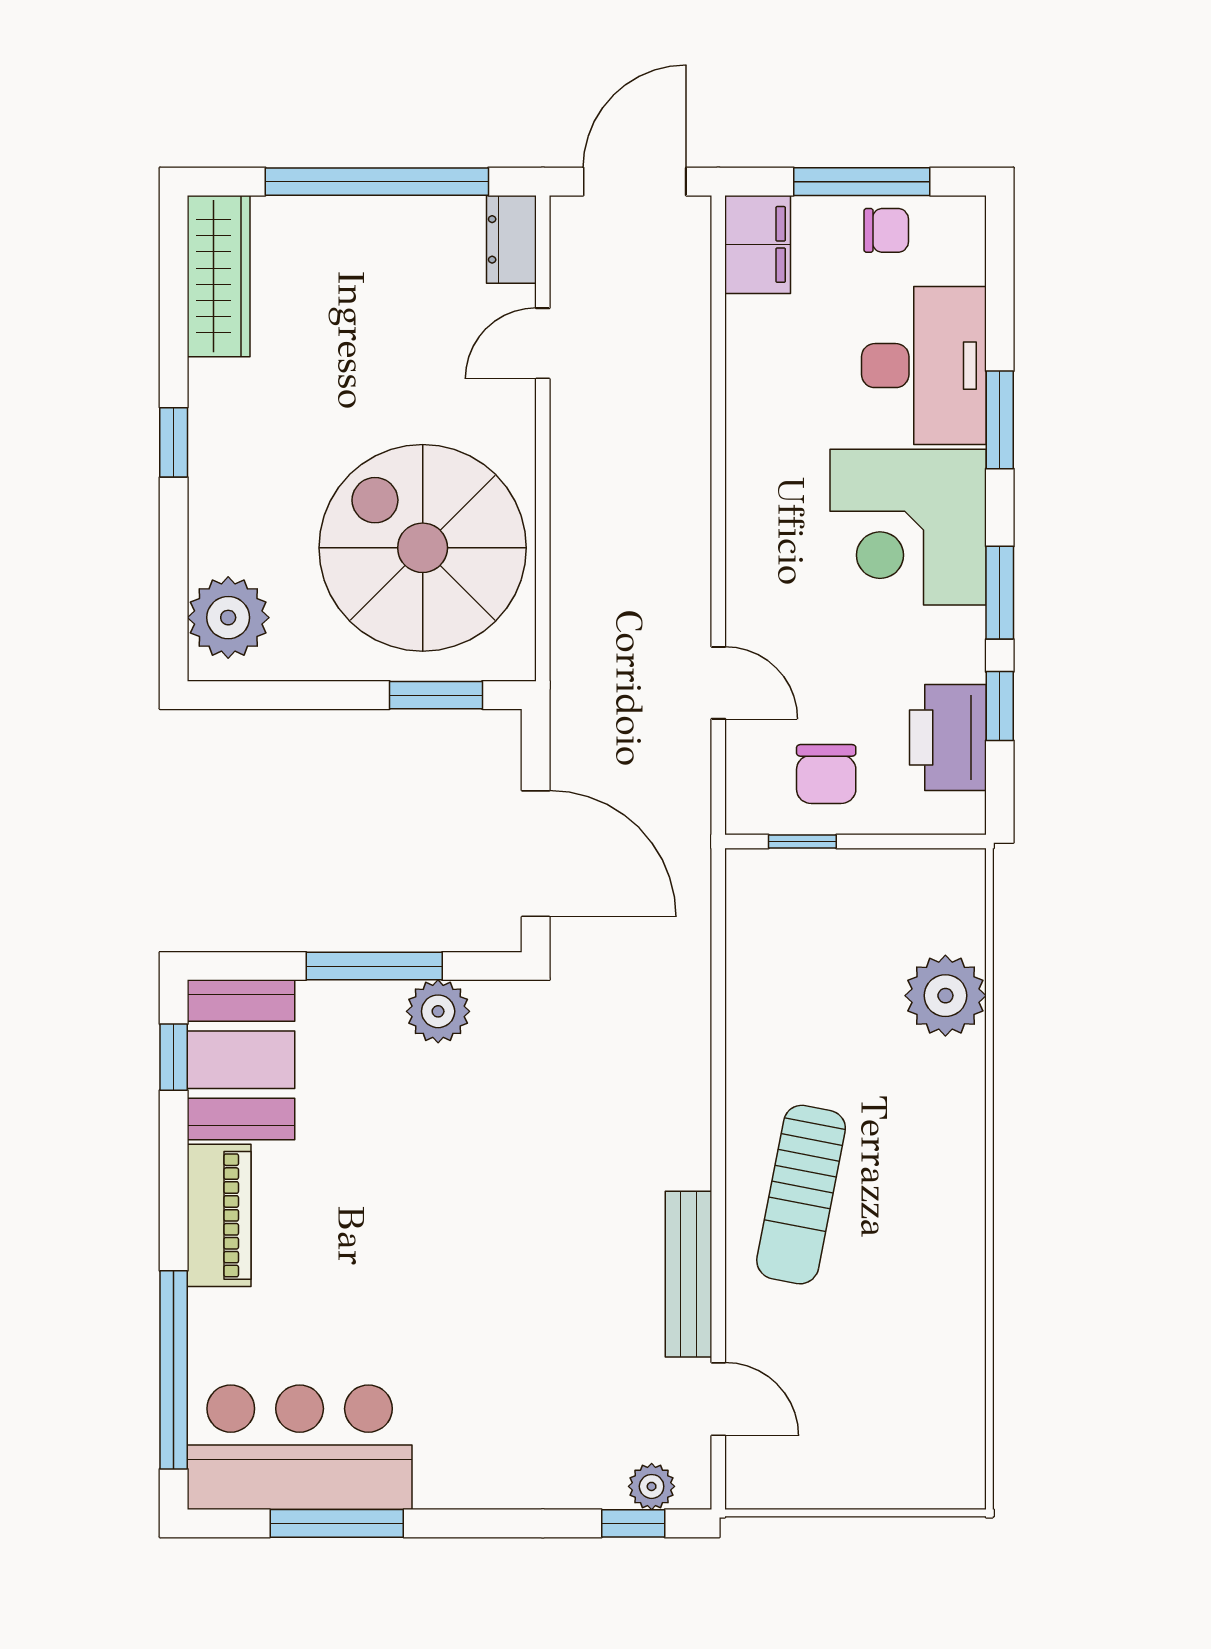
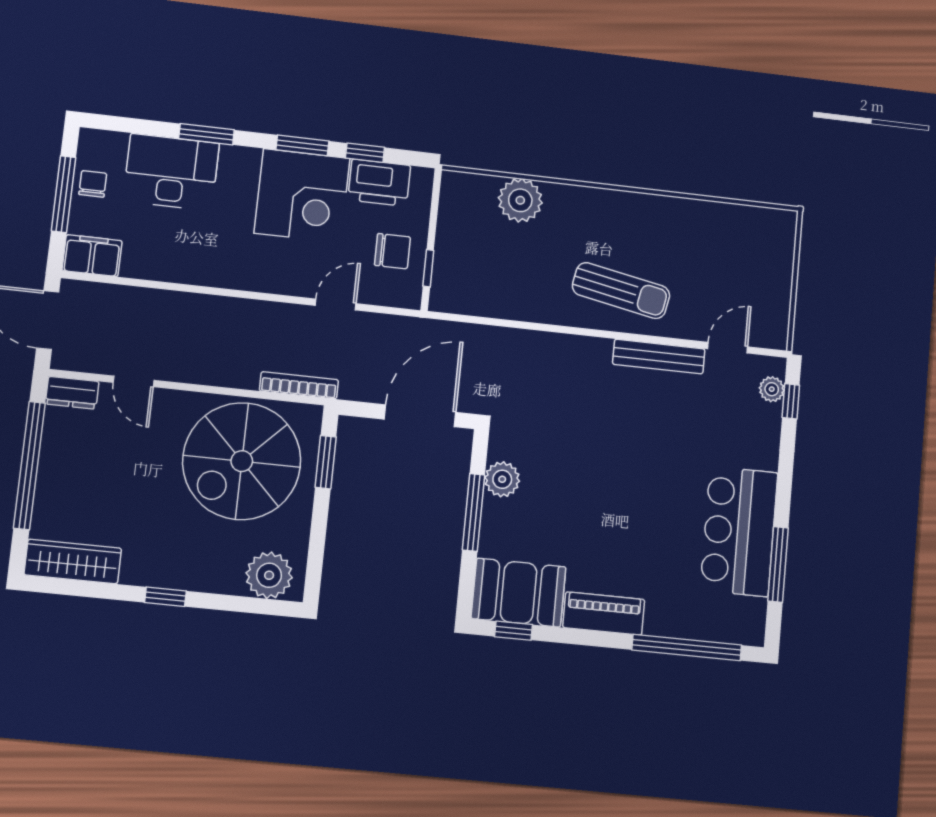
corner desk: (908, 527) -> (302, 196), moved
bookcase: (567, 633) -> (299, 385), added
bar counter: (300, 1447) -> (739, 531), moved

